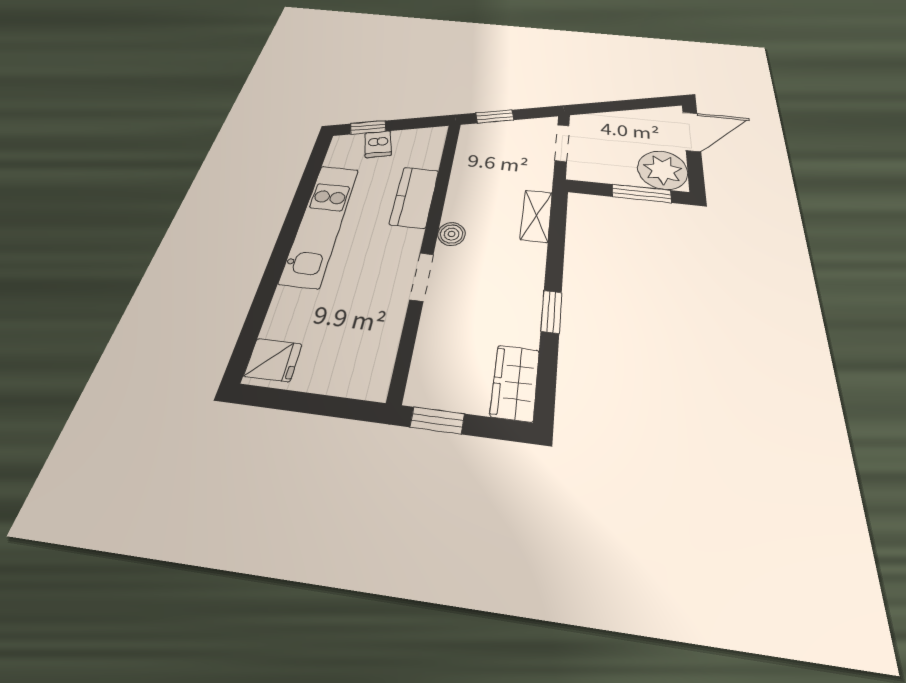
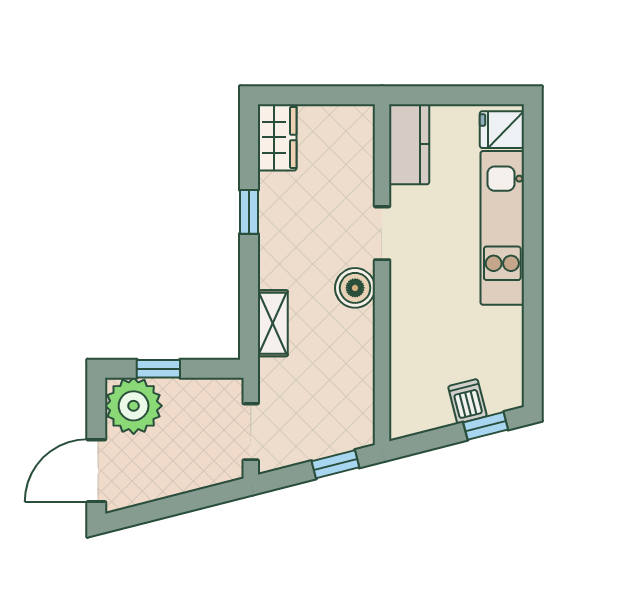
window: (642, 194) -> (158, 369), width x0.67
kitchen counter: (414, 197) -> (409, 144), moved
kitchen unit: (320, 224) -> (502, 228), moved
boiler: (452, 234) -> (355, 288), width x1.36, depth x1.36
window: (437, 420) -> (341, 95), removed

